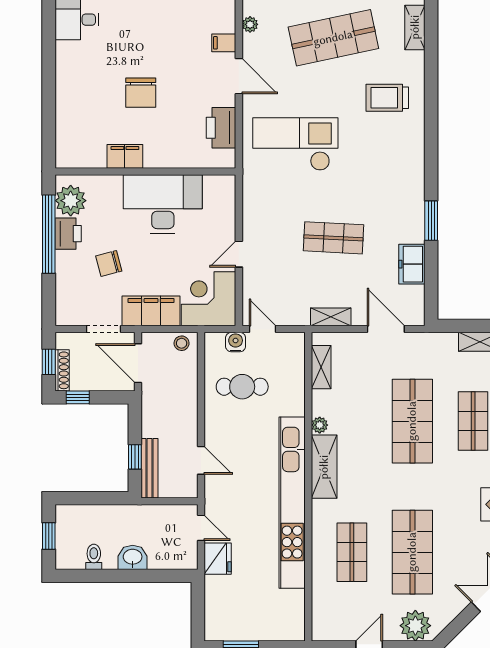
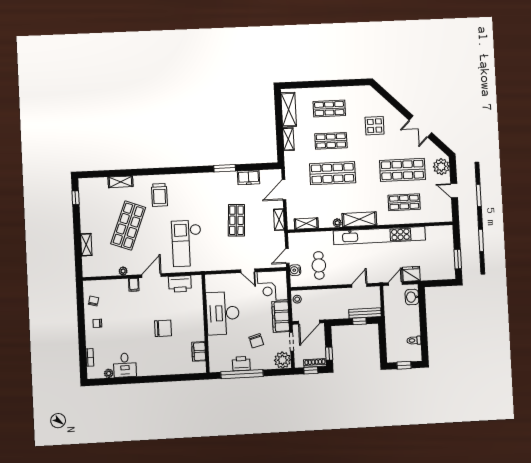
shop shelf: (333, 38) -> (128, 226), turned 33
filing cabinet: (125, 156) -> (199, 351), moved
plant: (71, 201) -> (282, 360), moved
washbasin: (133, 557) -> (412, 297), moved

